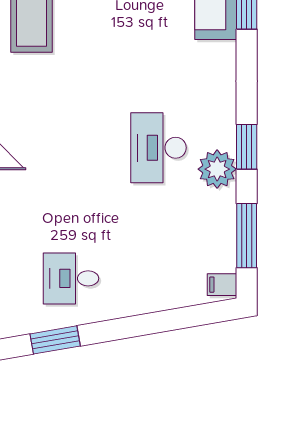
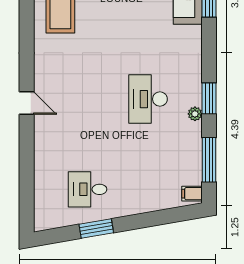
plant: (217, 169) -> (195, 114), width x0.53, depth x0.53
window: (55, 340) -> (96, 228), moved

